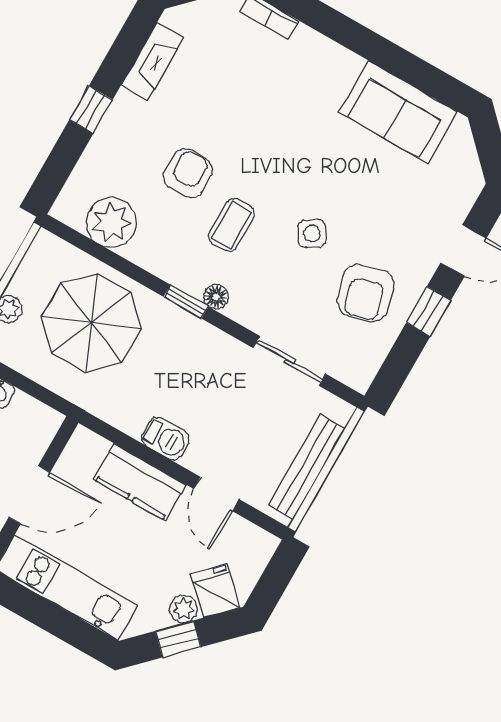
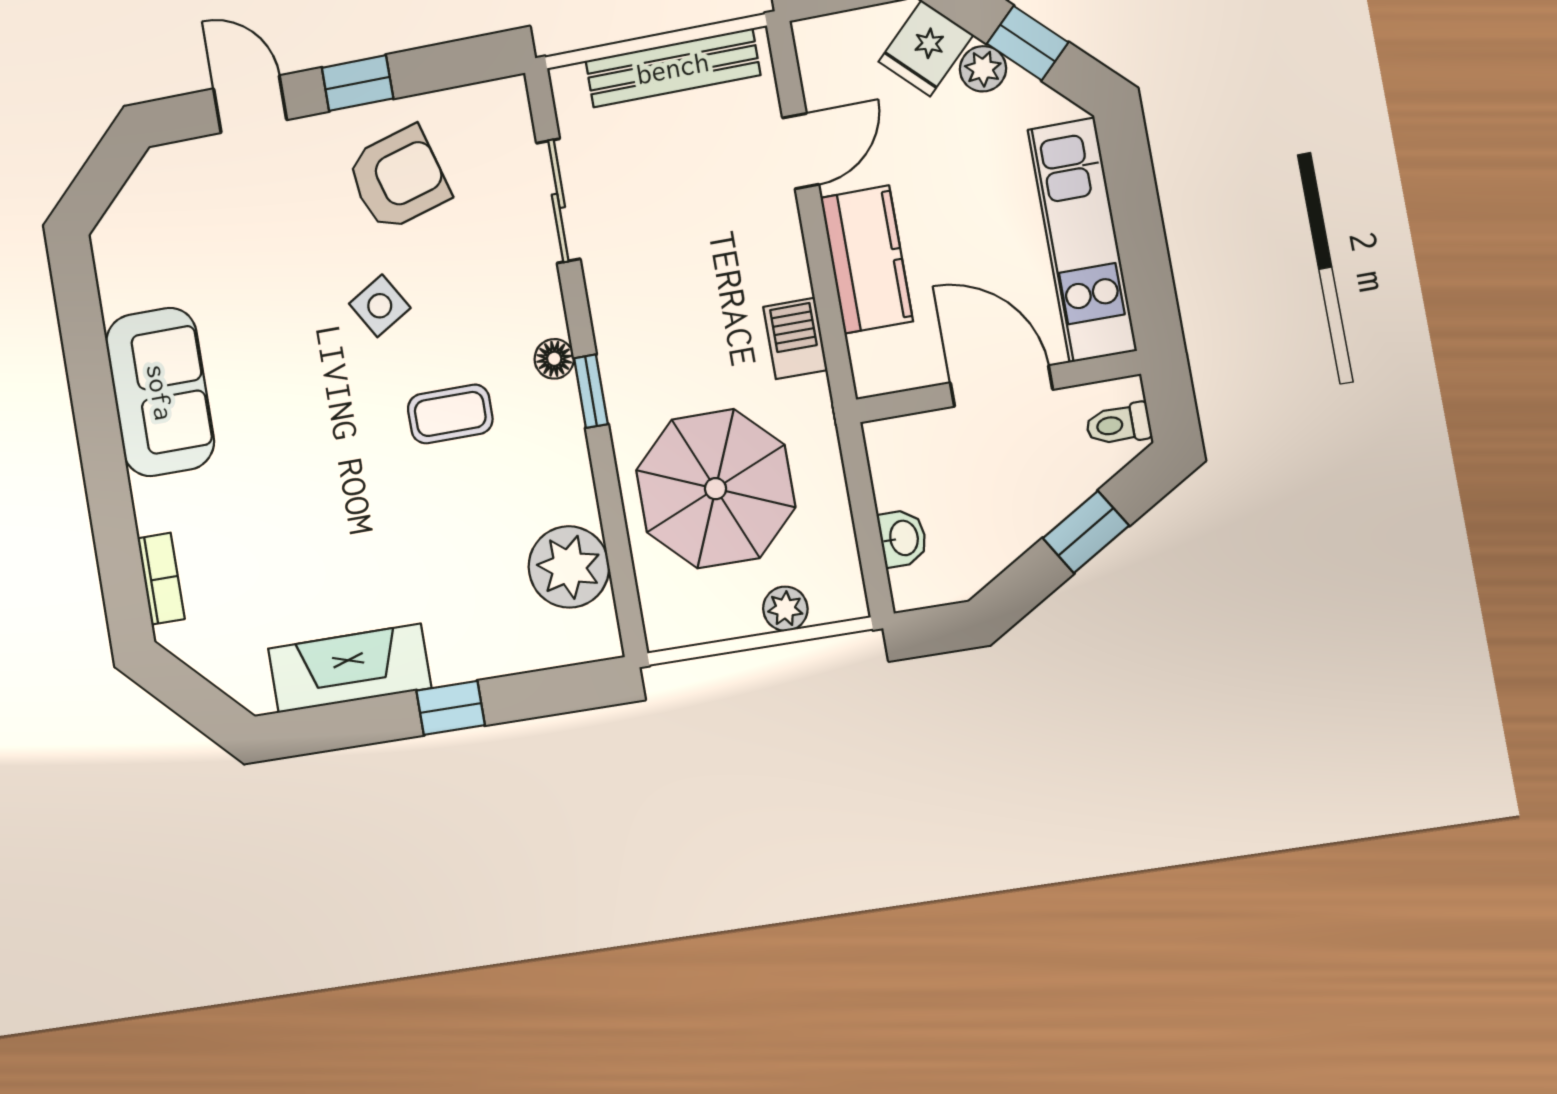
fireplace: (152, 61) -> (349, 668), width x1.37, depth x1.32
sofa: (398, 112) -> (160, 392), moved
armchair: (188, 173) -> (431, 521), removed
barbecue: (165, 438) -> (795, 338), moved

